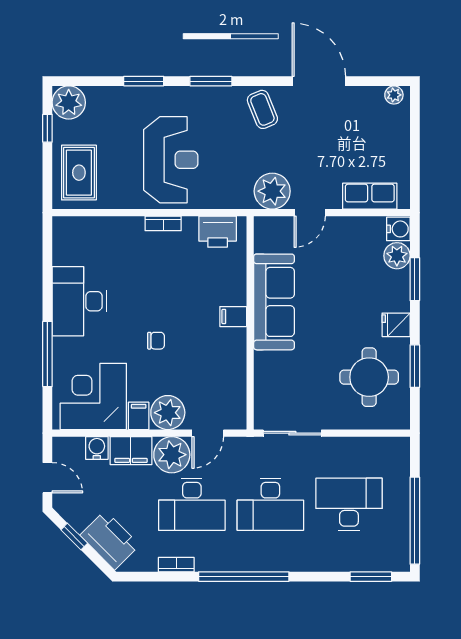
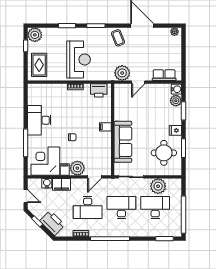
sofa: (274, 302) -> (123, 142), moved
plant: (172, 455) -> (158, 186), moved
desk: (270, 504) -> (121, 207), turned 180

